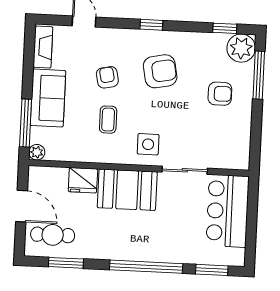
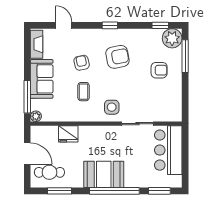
booth: (127, 190) -> (104, 174), moved

